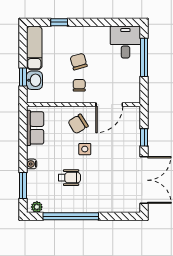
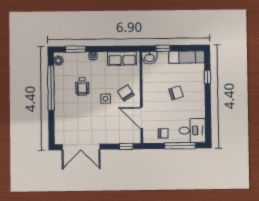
washbasin: (34, 80) -> (149, 58), moved
chair: (79, 85) -> (163, 133), moved
window: (144, 137) -> (126, 146), moved

